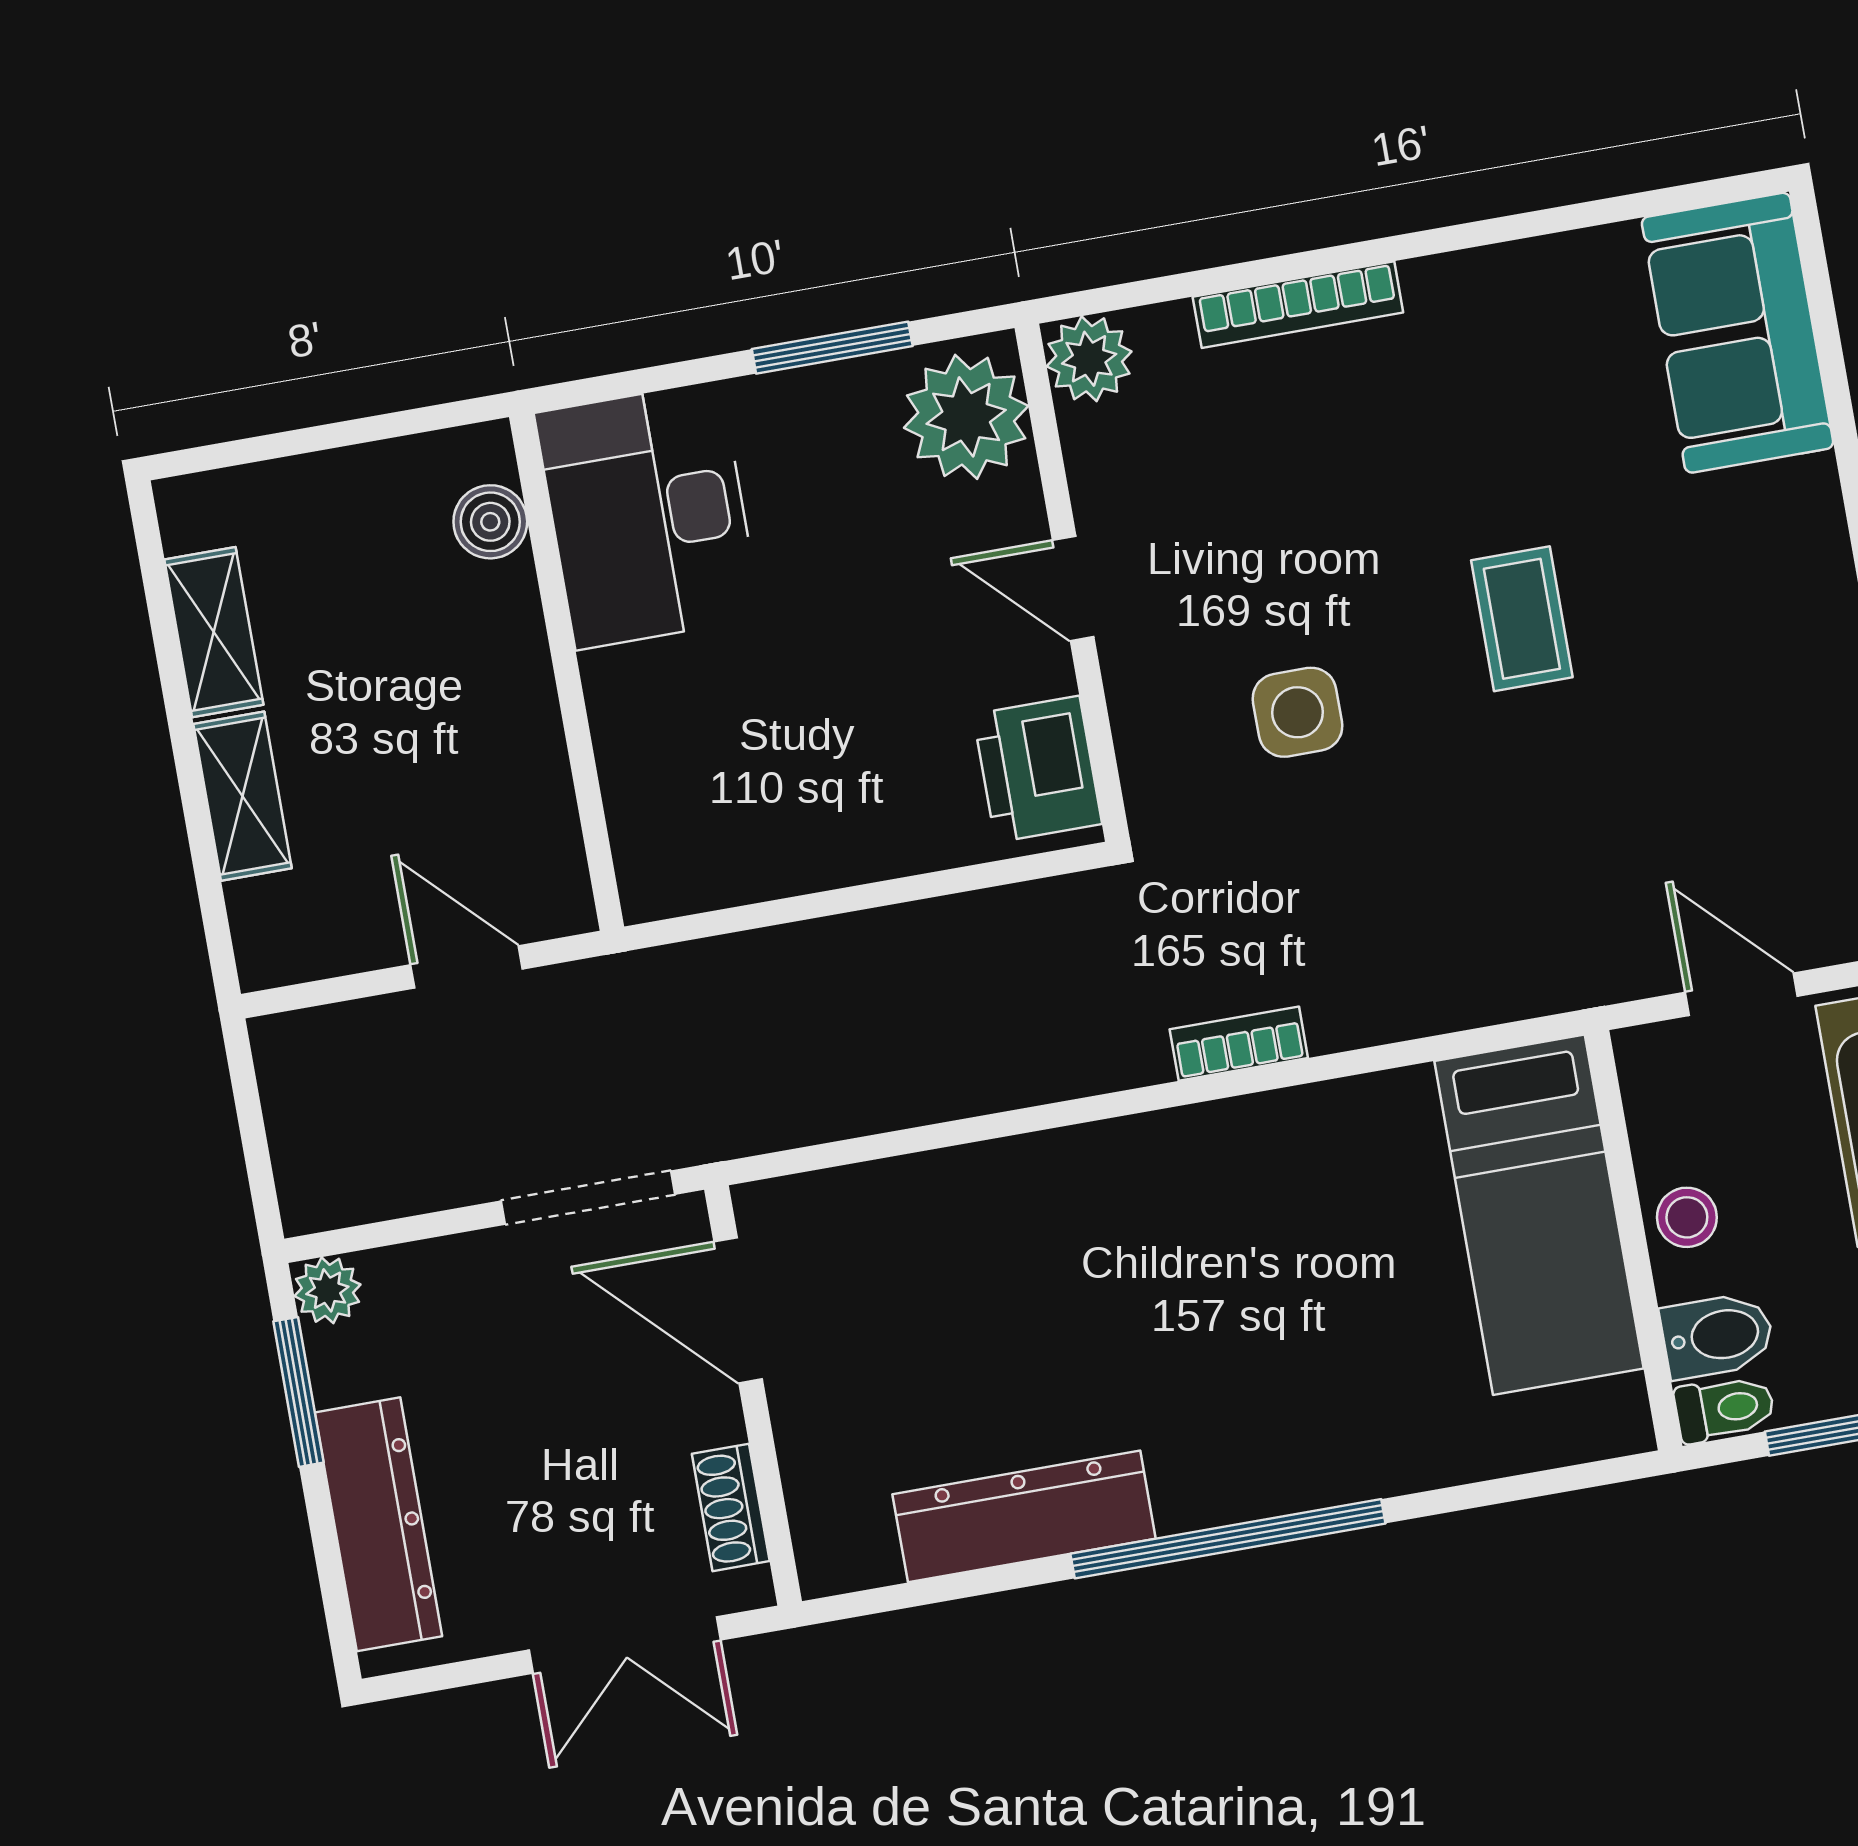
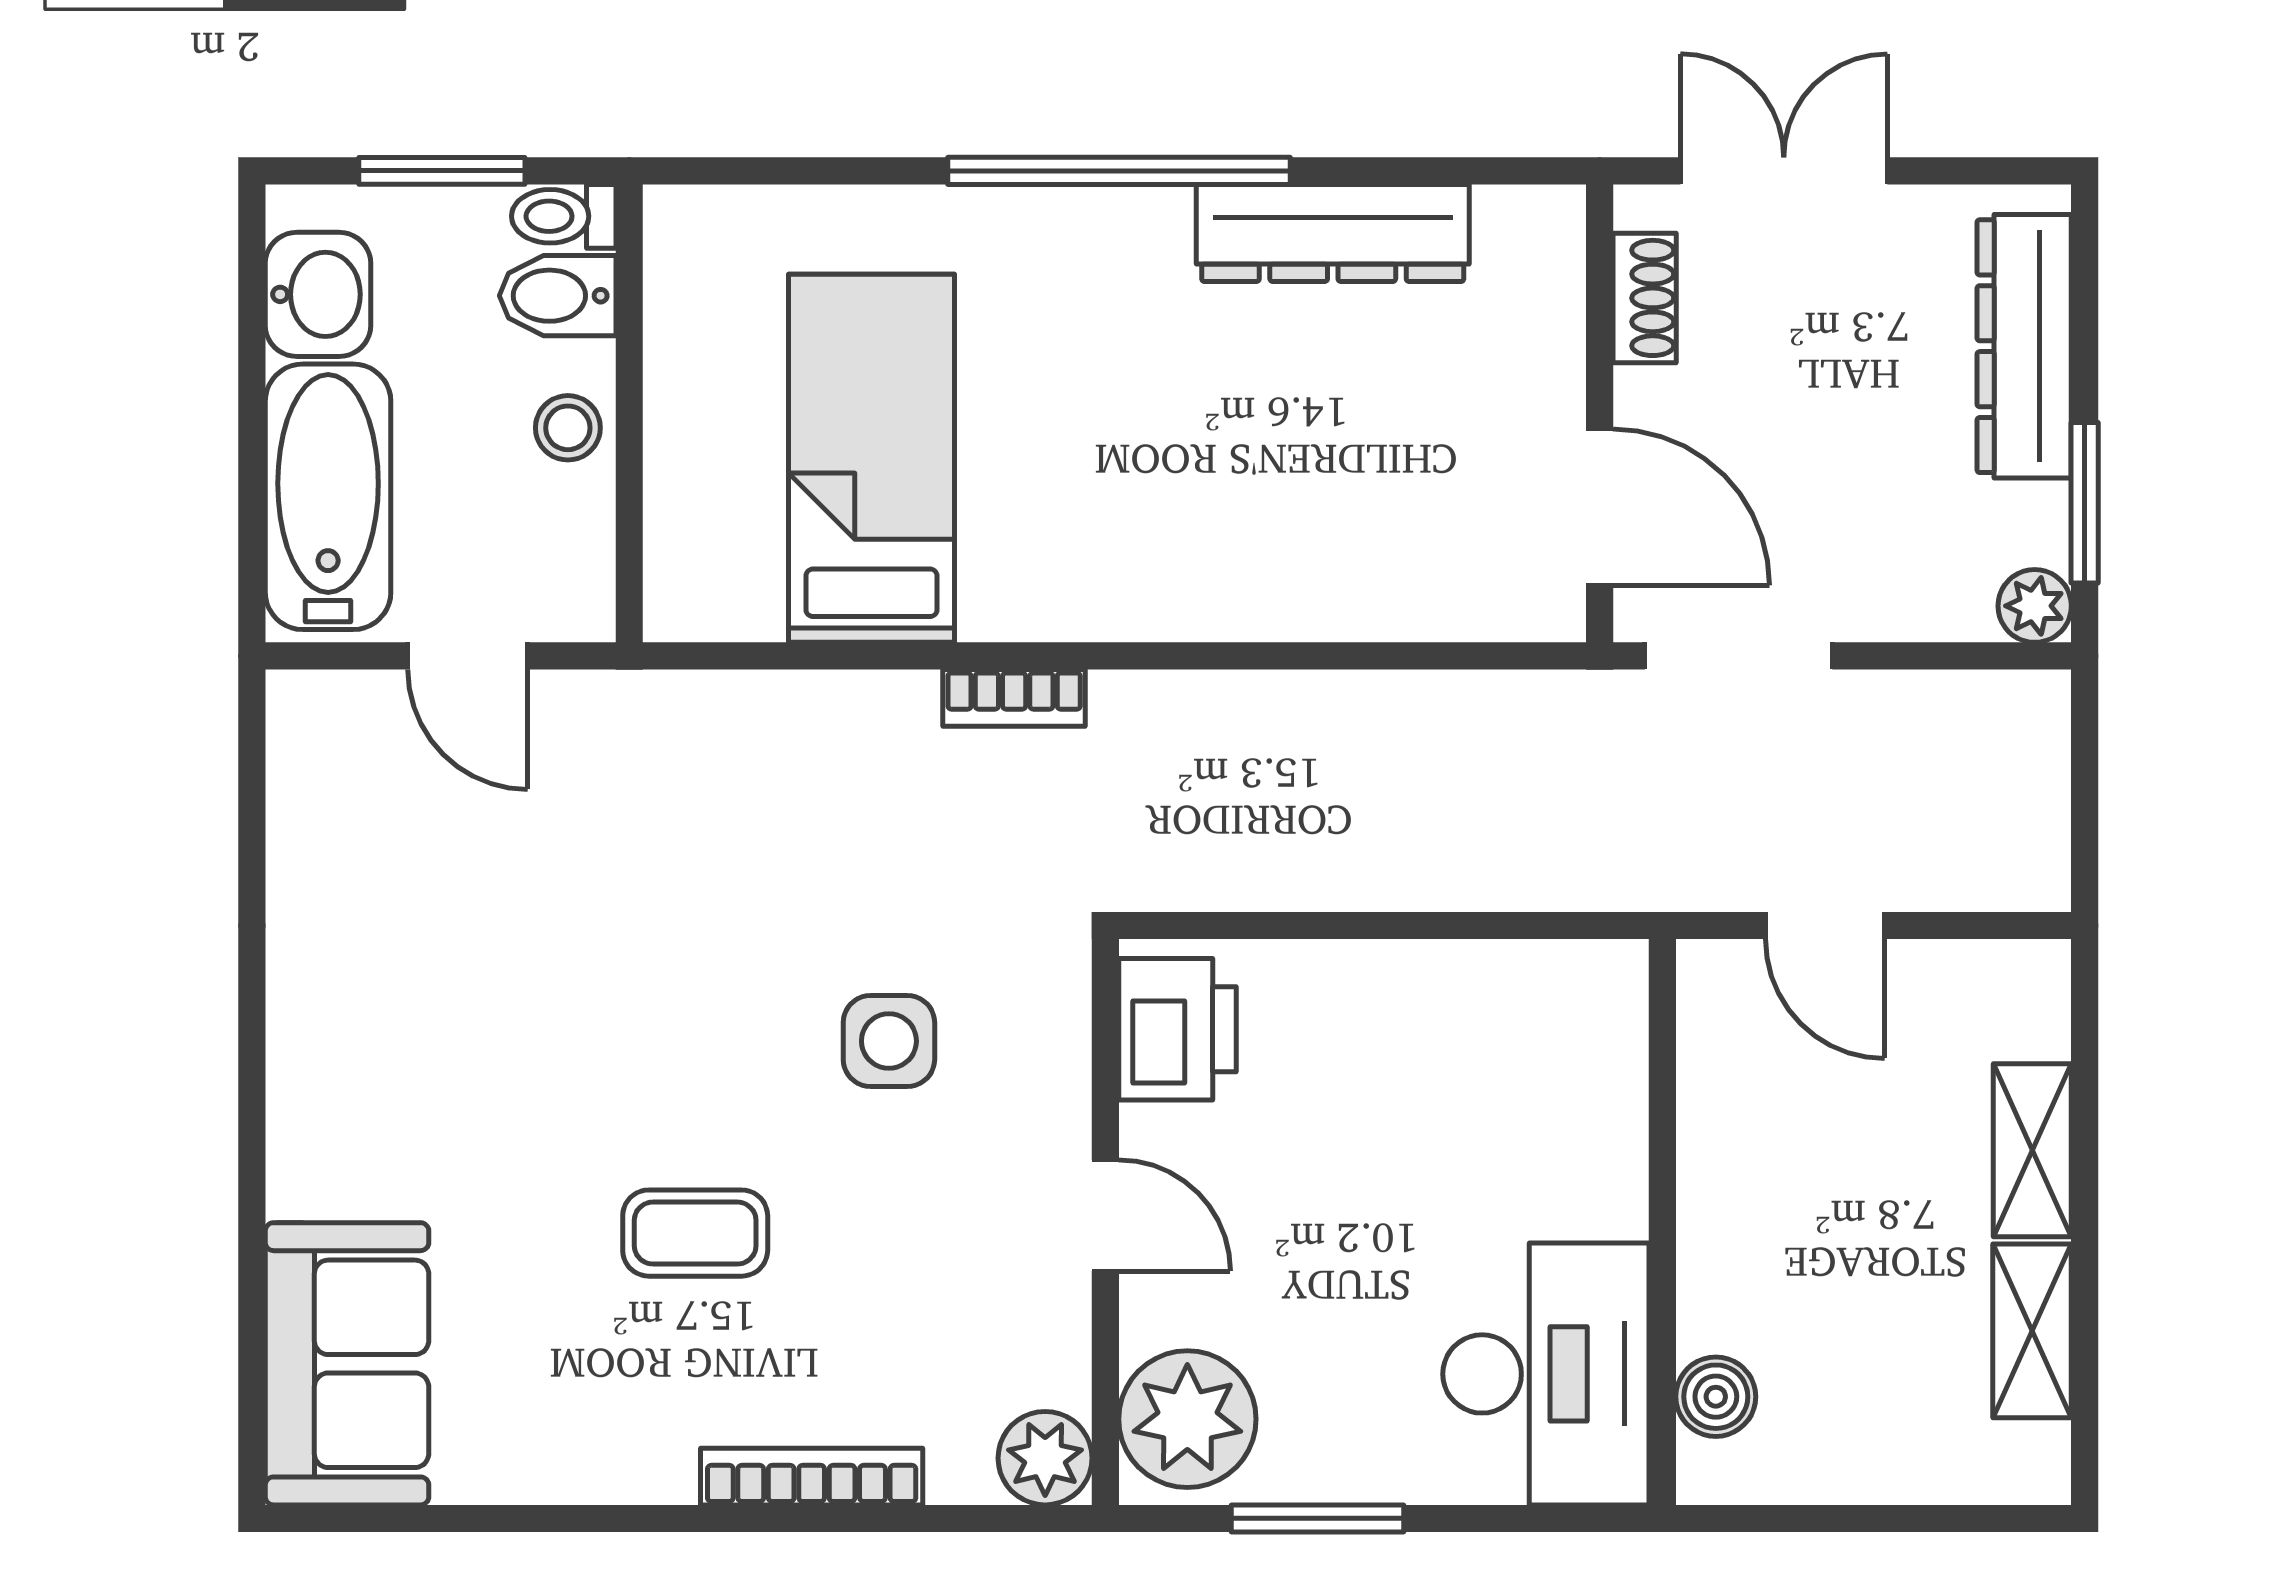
coffee table: (1522, 619) -> (695, 1233), moved, turned 90
bed: (1539, 1215) -> (872, 458), moved

